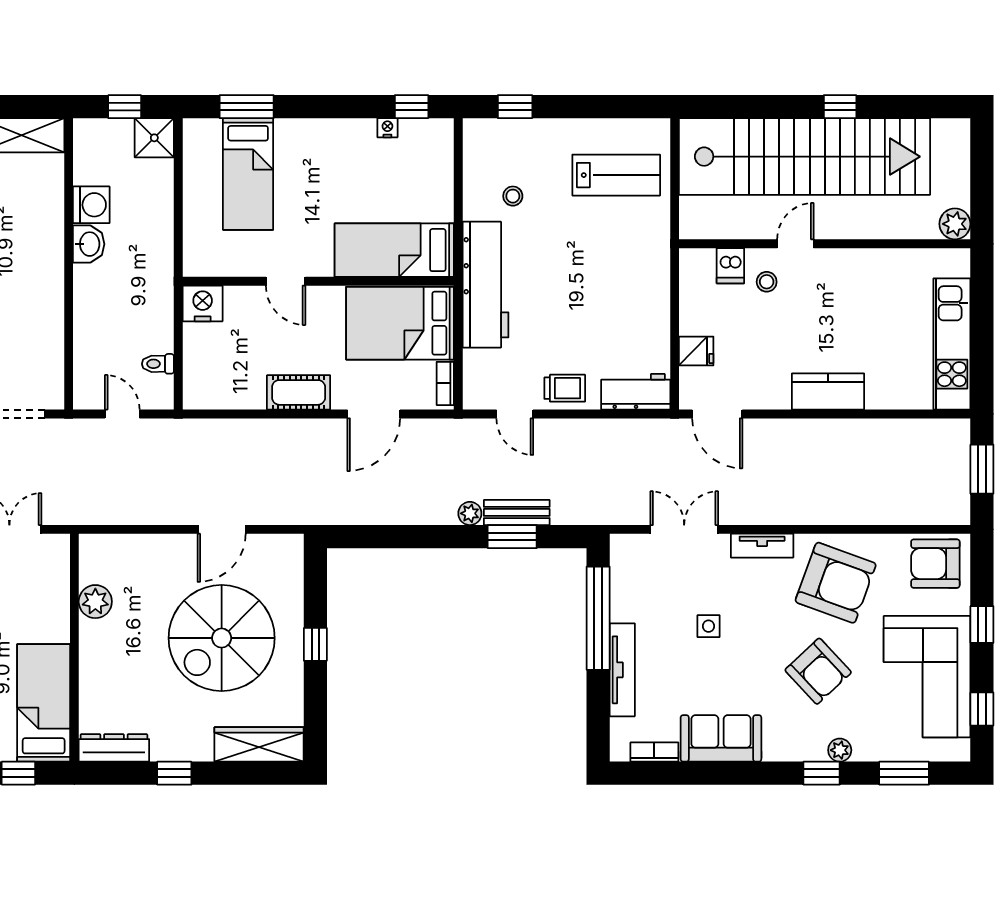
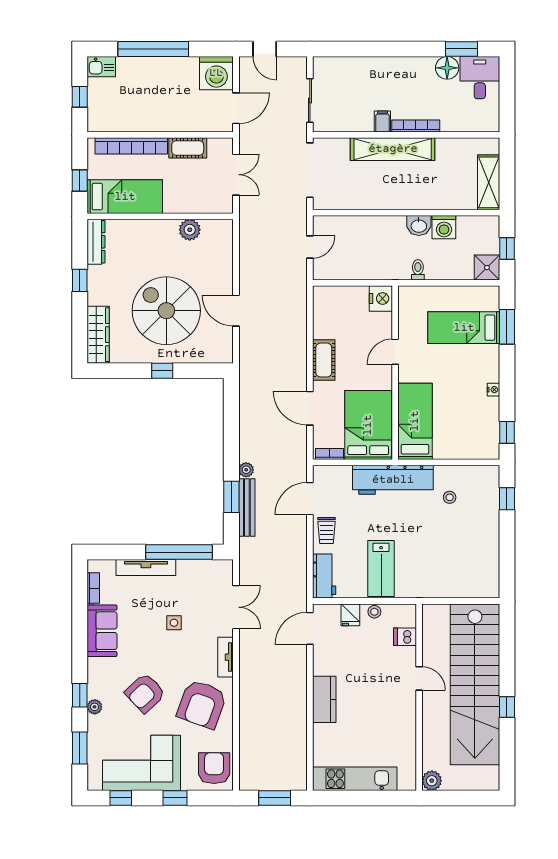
nightstand: (387, 128) -> (493, 390), moved
lab bench: (616, 175) -> (381, 568), moved
stool: (767, 282) -> (374, 612), moved
toilet: (158, 364) -> (418, 270), moved
door: (515, 414) -> (310, 499), width x1.38
bench: (517, 512) -> (247, 507), width x1.36

